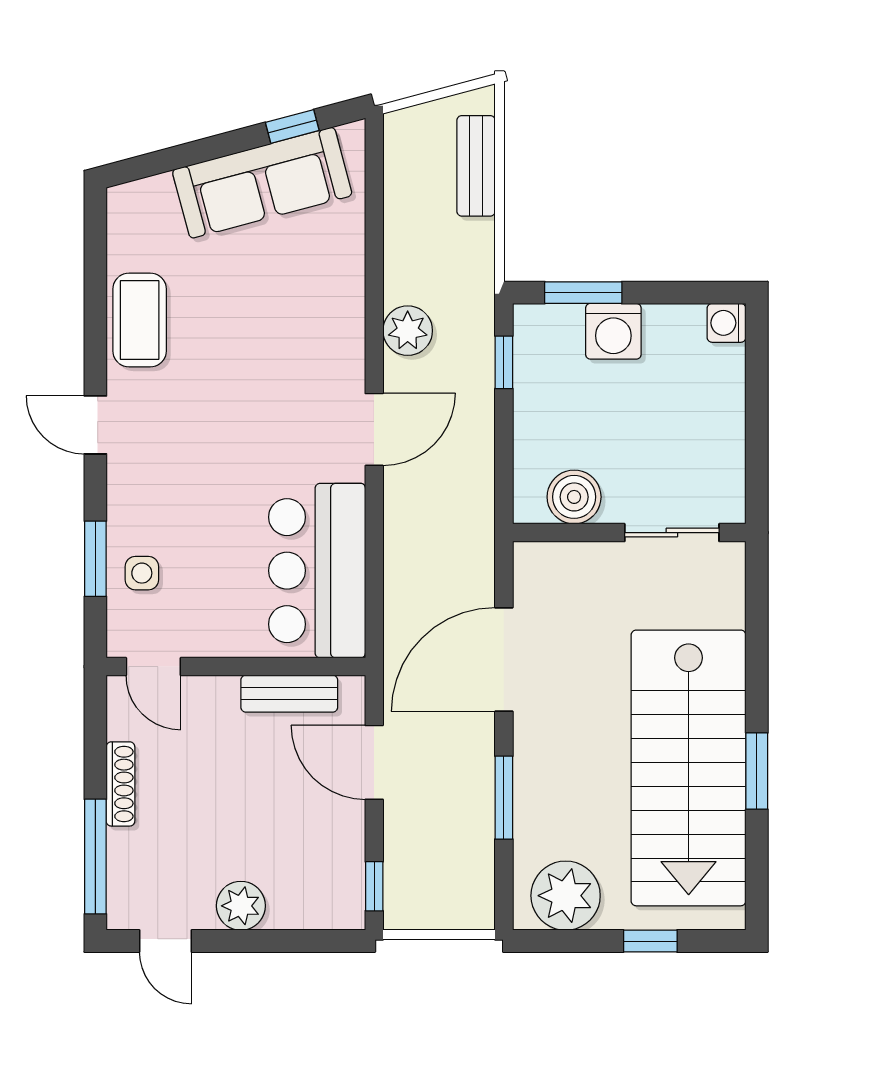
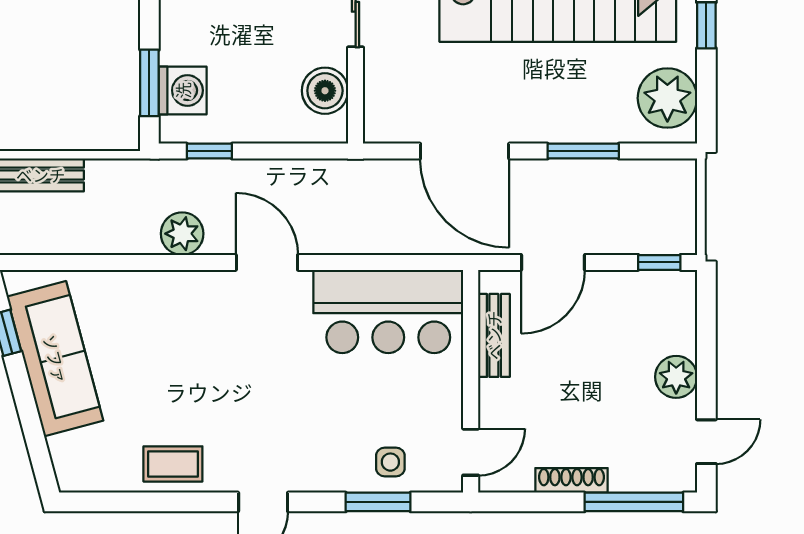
coffee table: (140, 320) -> (173, 464), width x0.73, depth x0.77
washing machine: (613, 331) -> (183, 90), moved

